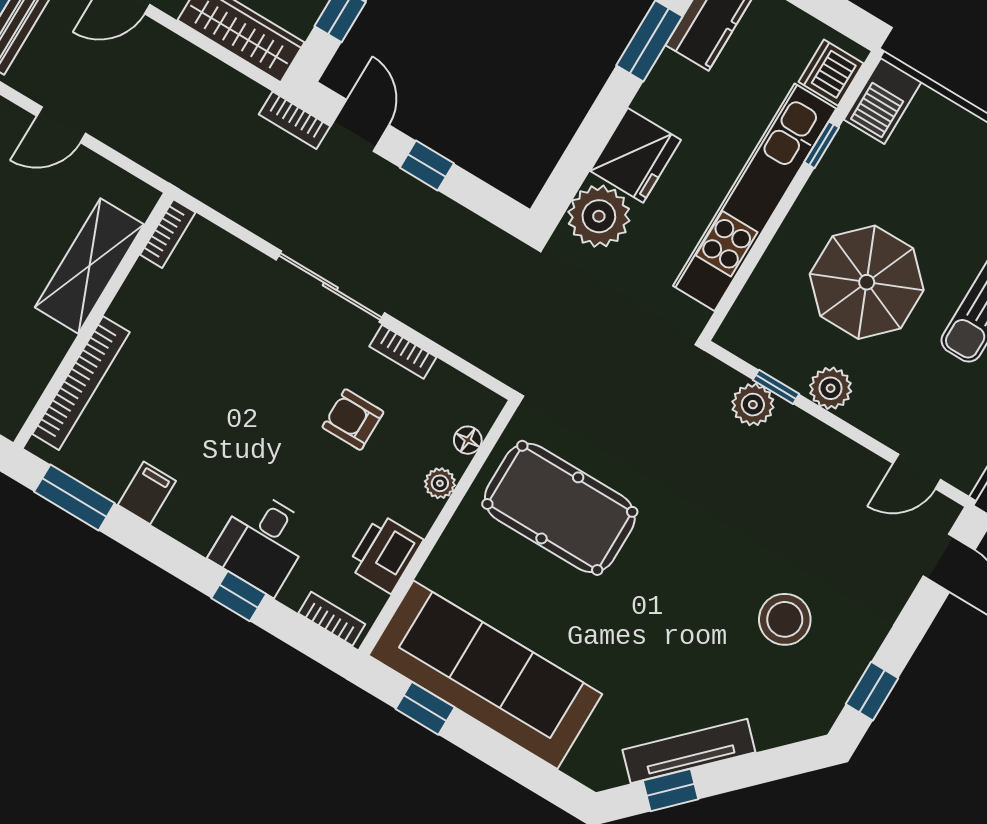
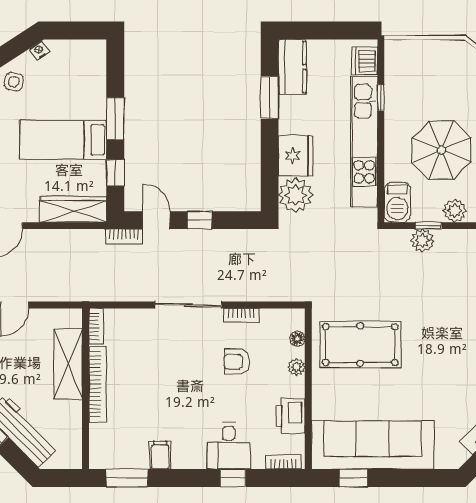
barbecue: (883, 101) -> (397, 202), moved
bookcase: (81, 383) -> (98, 384), moved

